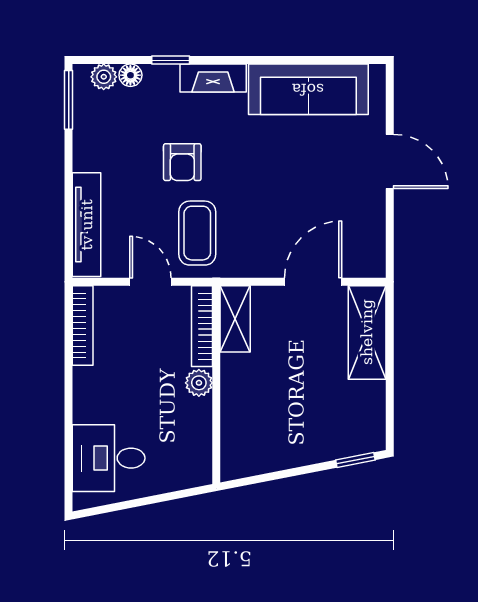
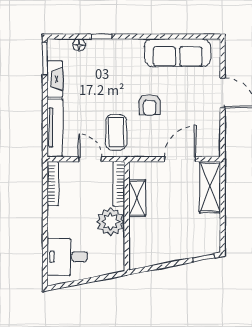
plant: (104, 77) -> (64, 46), removed
fireplace: (213, 78) -> (55, 79), moved, turned -90
armchair: (182, 162) -> (150, 105), moved
shelving: (235, 319) -> (137, 198), moved
plant: (199, 383) -> (110, 222), width x1.88, depth x1.88

